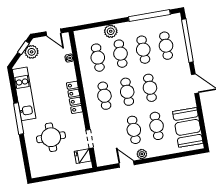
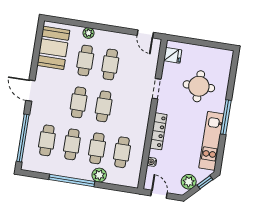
window: (149, 16) -> (72, 180), moved
window: (23, 48) -> (205, 182), moved
cafe table: (104, 96) -> (129, 110), removed
locker: (75, 97) -> (158, 131), moved
doorway: (90, 139) -> (156, 89), moved
plant: (142, 154) -> (88, 33), moved
door: (127, 164) -> (145, 34), moved

